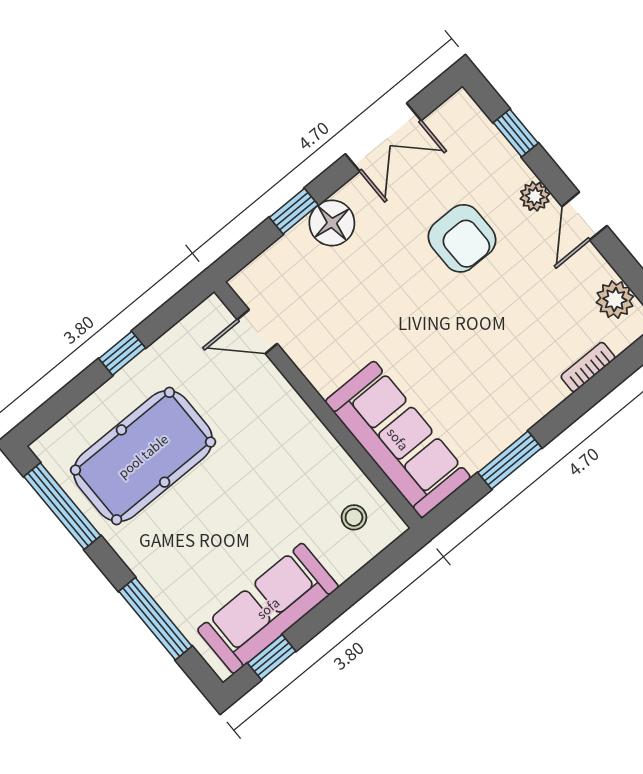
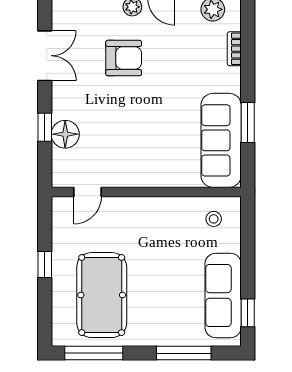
floor lamp: (332, 223) -> (65, 134), moved
sofa: (398, 439) -> (221, 140), moved, turned -90

